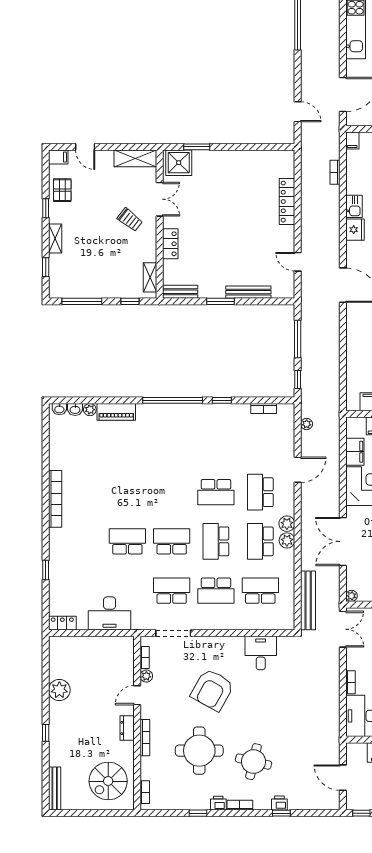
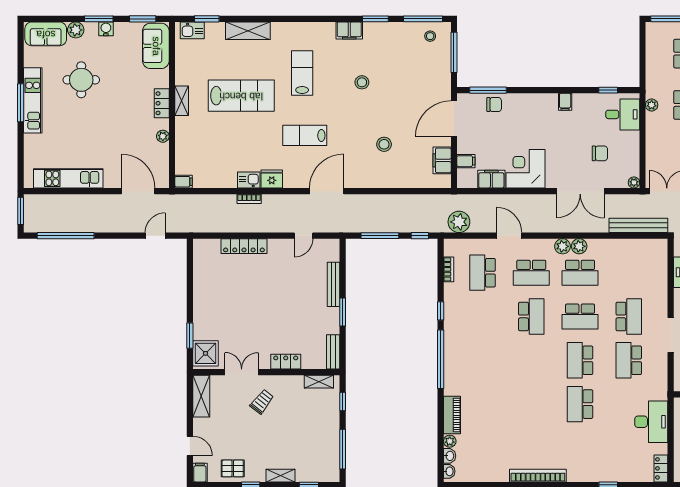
door: (85, 147) -> (190, 446), hinge flipped
bookcase: (335, 172) -> (249, 199), moved
plant: (307, 424) -> (459, 222), width x1.87, depth x1.87
school desk: (260, 591) -> (483, 273), moved
doorway: (173, 633) -> (671, 335), moved

